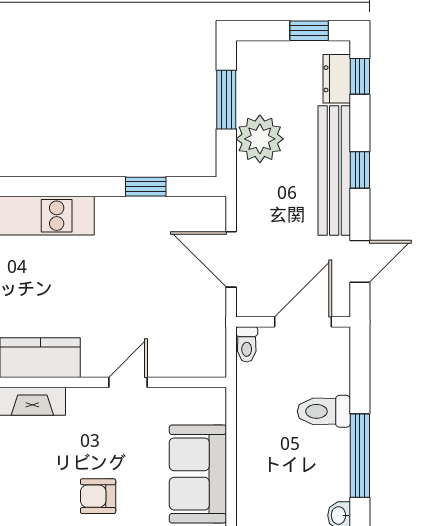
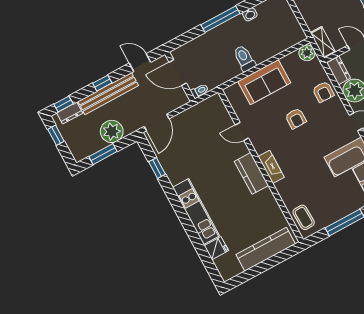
door: (231, 259) -> (157, 123), moved
toilet: (324, 411) -> (244, 58), moved, turned 180

